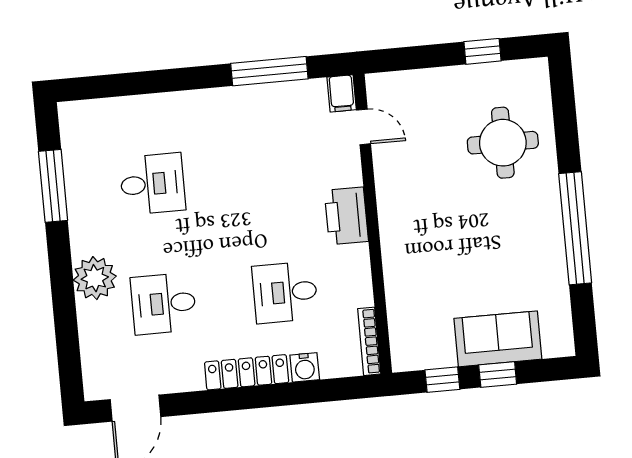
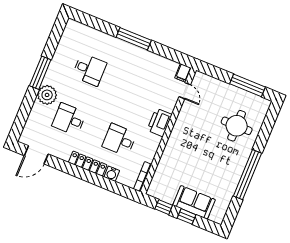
window: (482, 51) -> (247, 85), width x2.17
window: (269, 71) -> (134, 39), moved
window: (53, 186) -> (40, 73), moved

